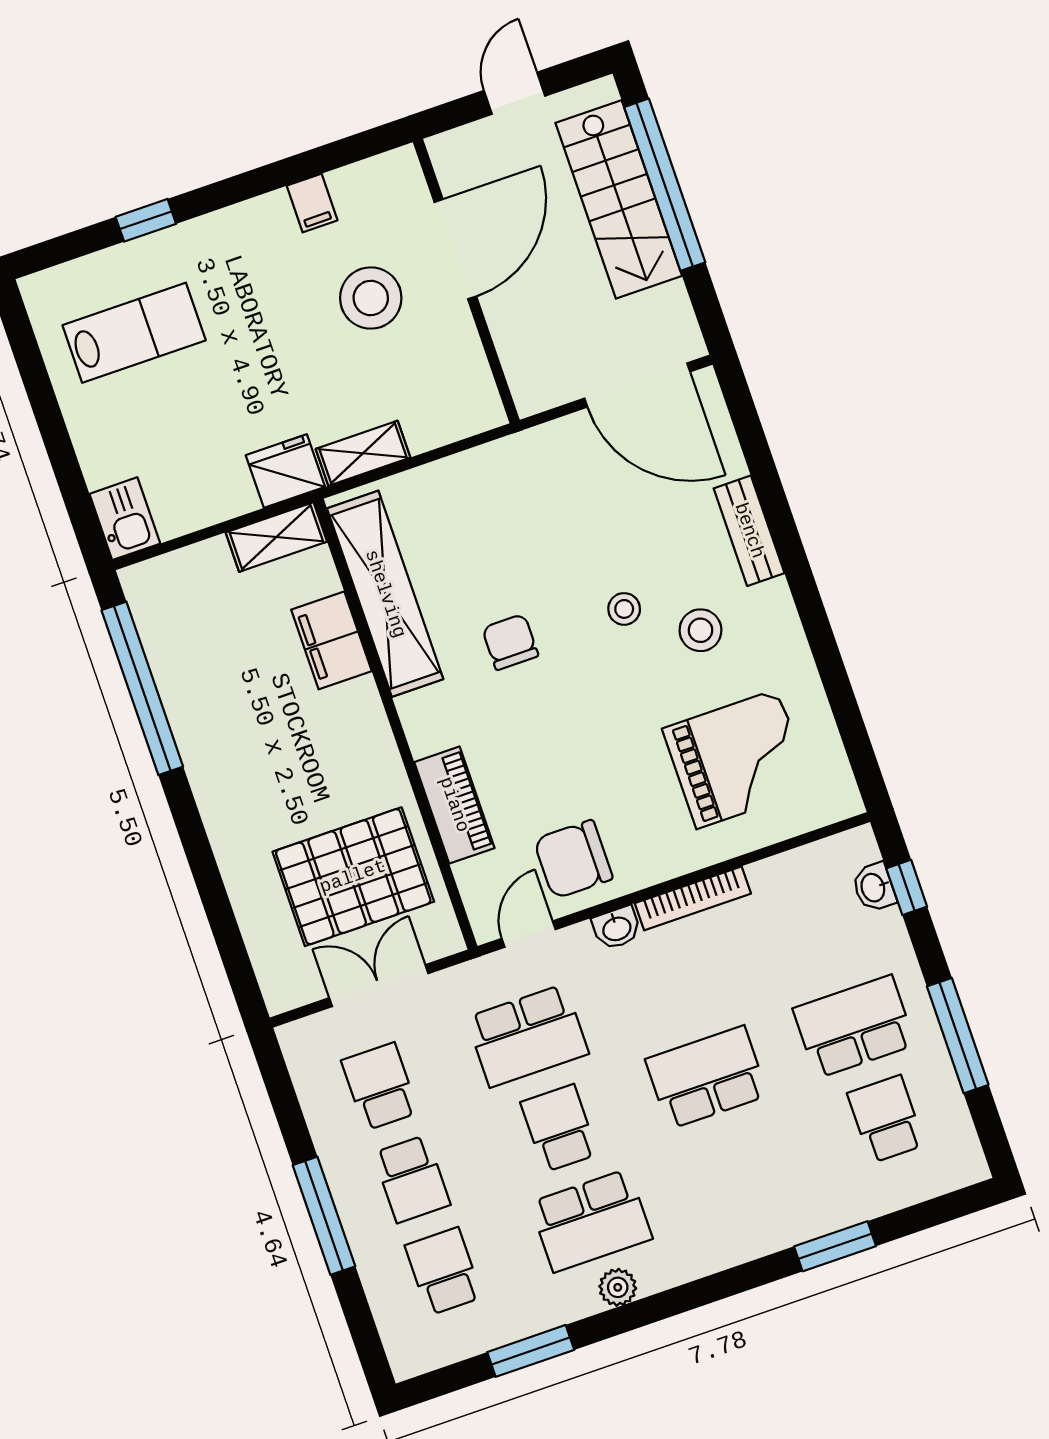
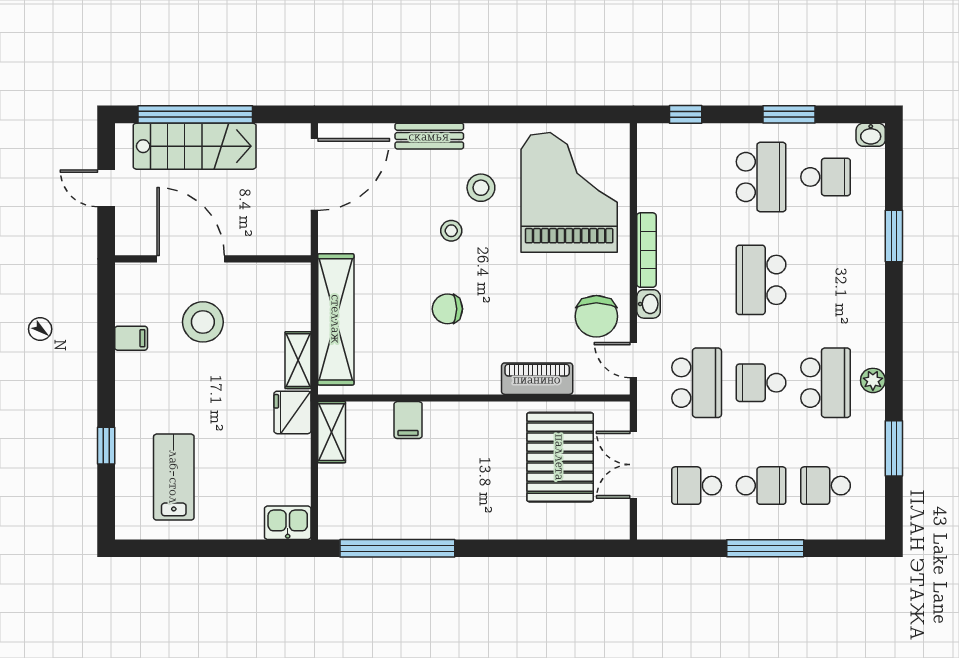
shelving: (385, 594) -> (336, 319), moved, turned 90
filing cabinet: (331, 640) -> (408, 420), width x0.50
grand piano: (737, 759) -> (569, 192), width x1.37, depth x1.48
washbasin: (874, 887) -> (871, 135), moved
school desk: (854, 1027) -> (761, 177), turned 180
window: (958, 1036) -> (789, 114), width x0.69
school desk: (886, 1119) -> (826, 177), turned 180

